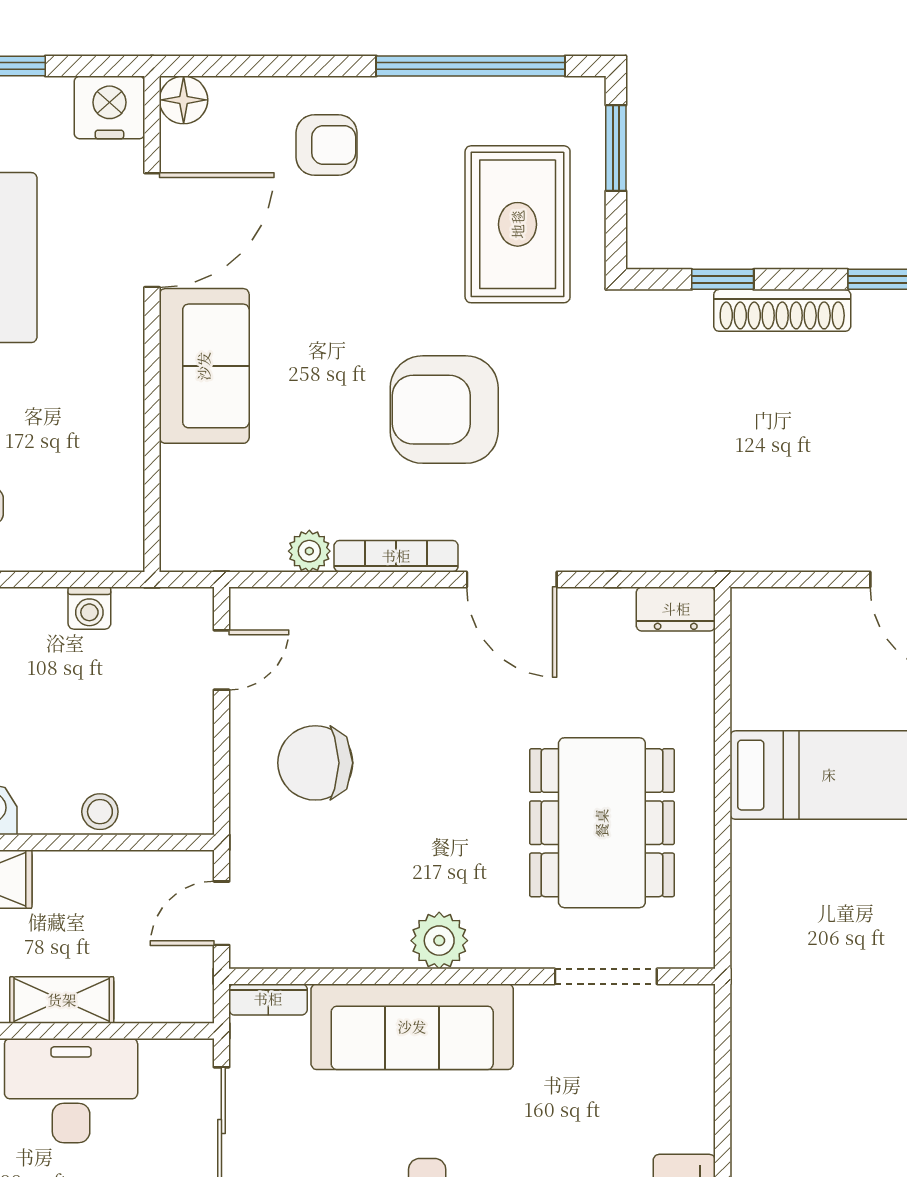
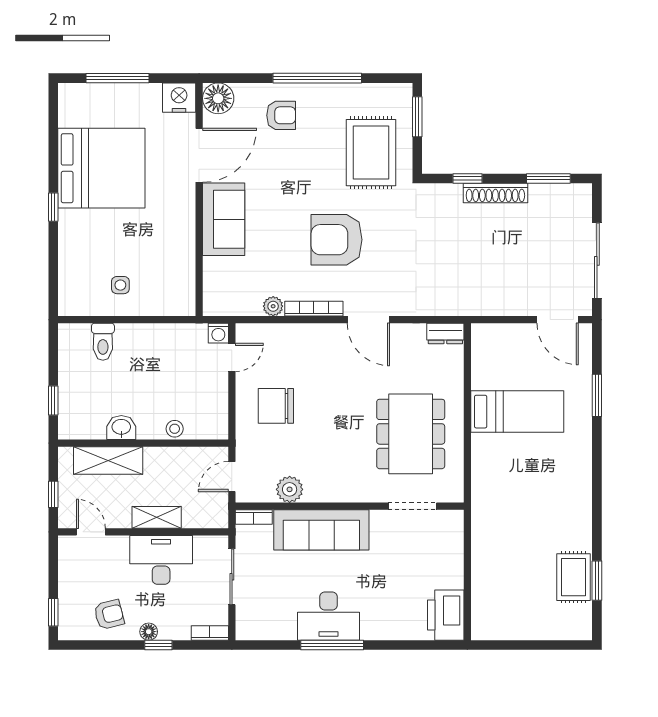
window: (471, 66) -> (317, 78), moved
floor lamp: (184, 100) -> (218, 98), width x1.38, depth x1.38
washing machine: (89, 608) -> (218, 333), moved
plant: (439, 941) -> (290, 489), moved

